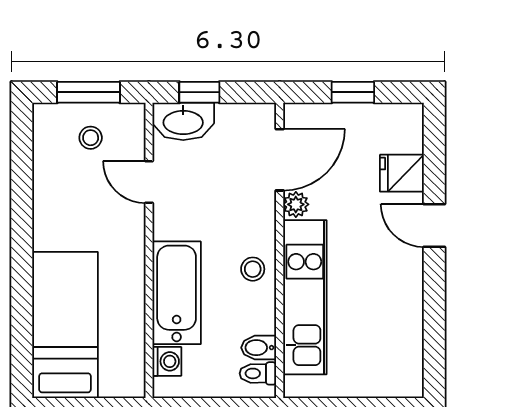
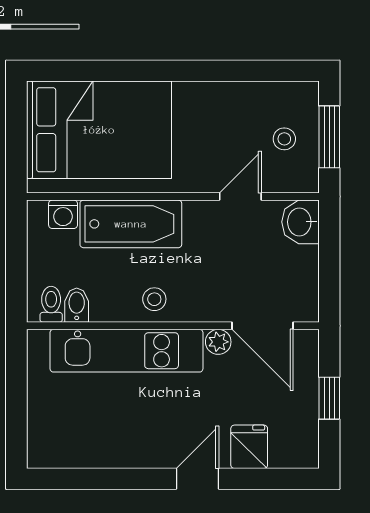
window: (199, 92) -> (329, 246), removed
washbasin: (183, 121) -> (300, 222), width x0.72
bed: (65, 325) -> (99, 130), width x1.50

